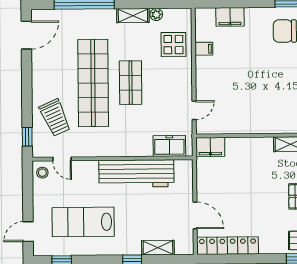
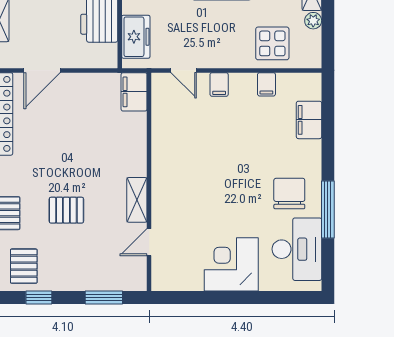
filing cabinet: (204, 84) -> (219, 84), added

